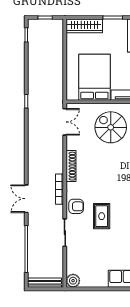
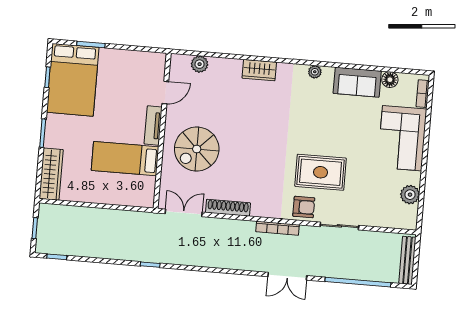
bed: (94, 77) -> (125, 159), width x0.67
shoe rack: (71, 166) -> (228, 208), moved
armchair: (76, 206) -> (304, 207), turned 90
rug: (102, 216) -> (321, 172), width x1.36, depth x1.43
plant: (73, 281) -> (410, 195), moved

